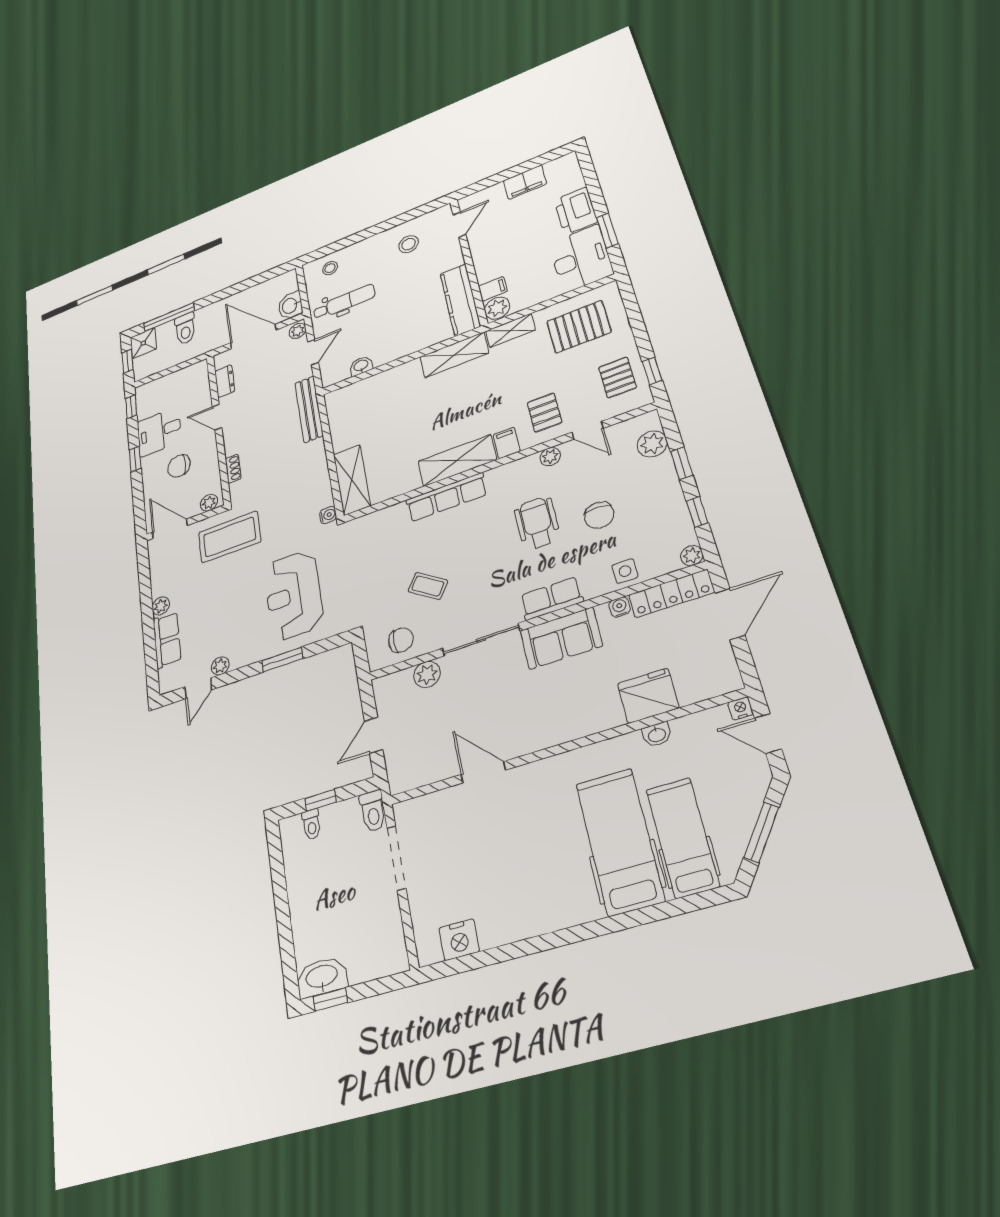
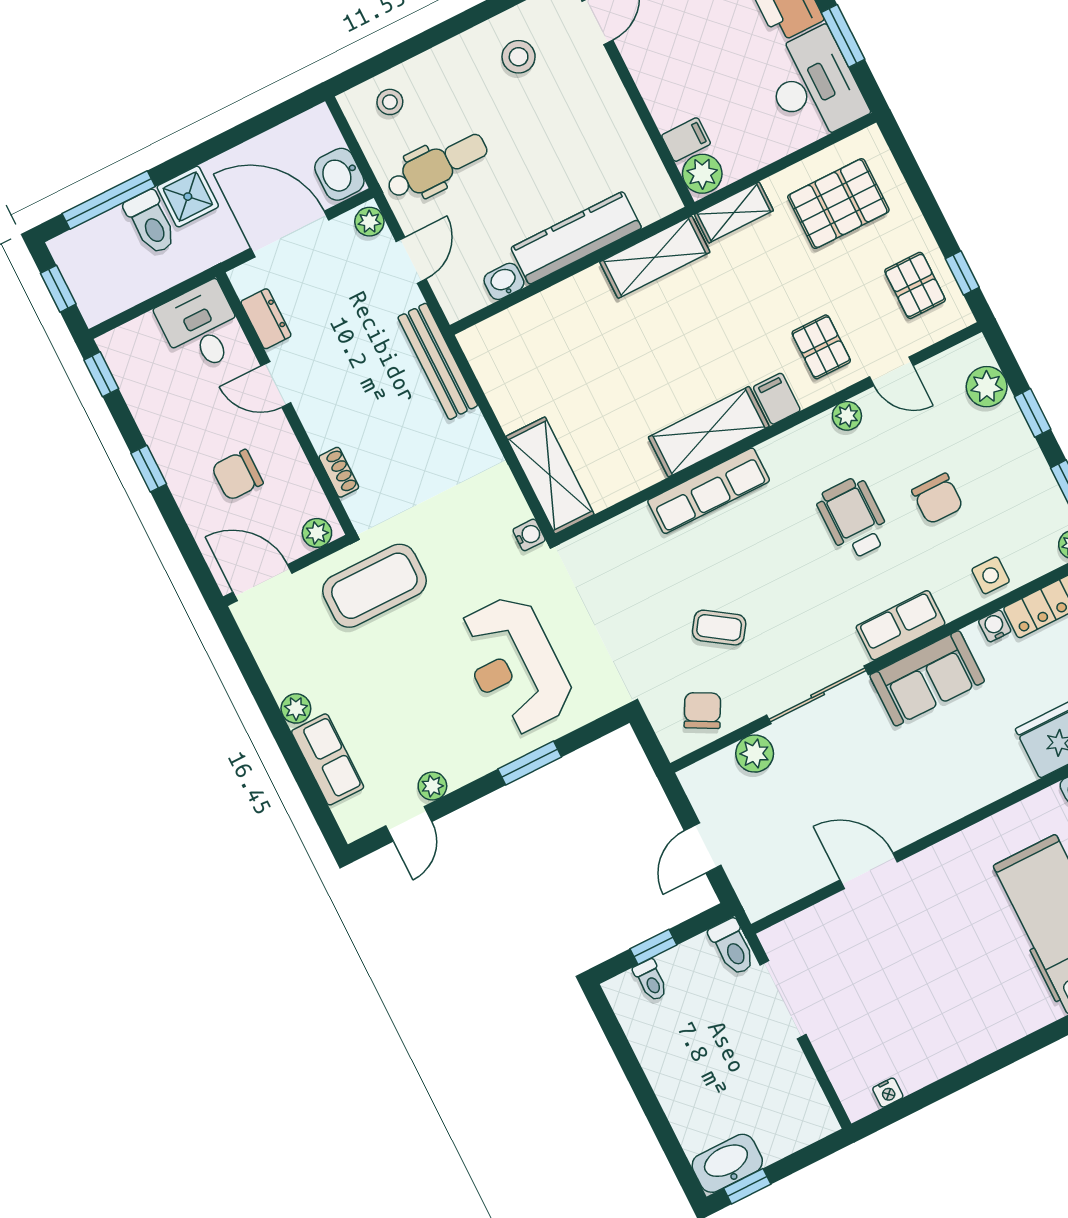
kitchen counter: (460, 300) -> (576, 238), moved, turned 90
shower: (143, 343) -> (188, 197), moved
desk: (159, 432) -> (201, 328), moved, turned 90
chair: (401, 640) -> (702, 711), turned -62
nightstand: (459, 940) -> (888, 1093), width x0.53, depth x0.56

